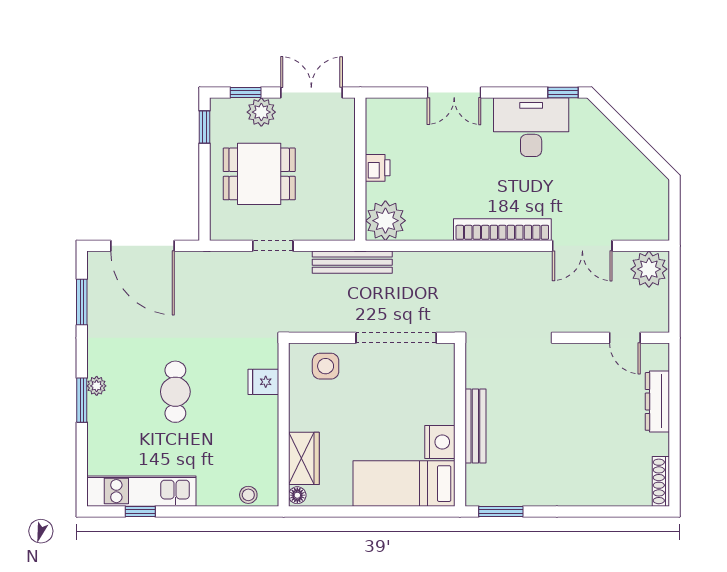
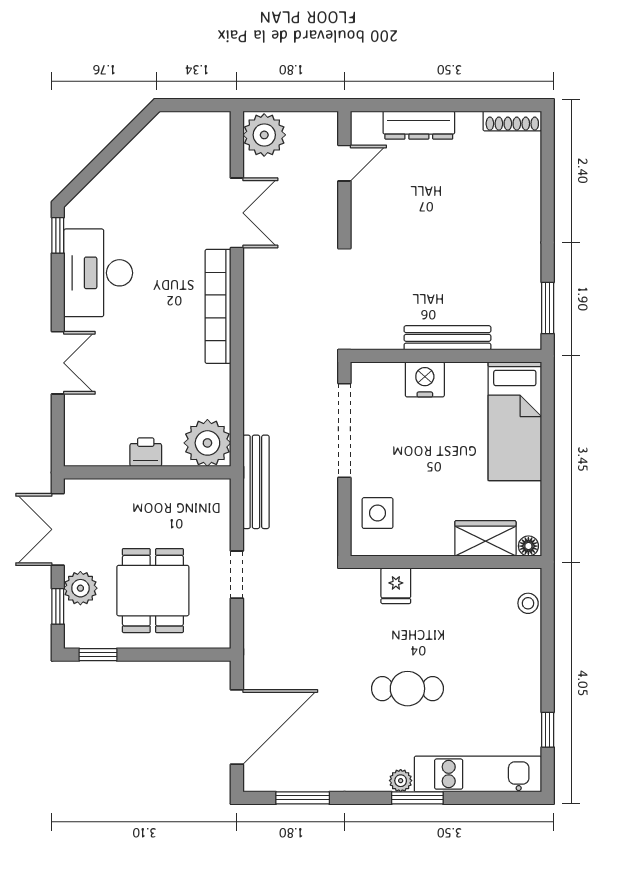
nightstand: (440, 442) -> (425, 379), moved
kitchen unit: (141, 491) -> (478, 774), moved, turned 90

